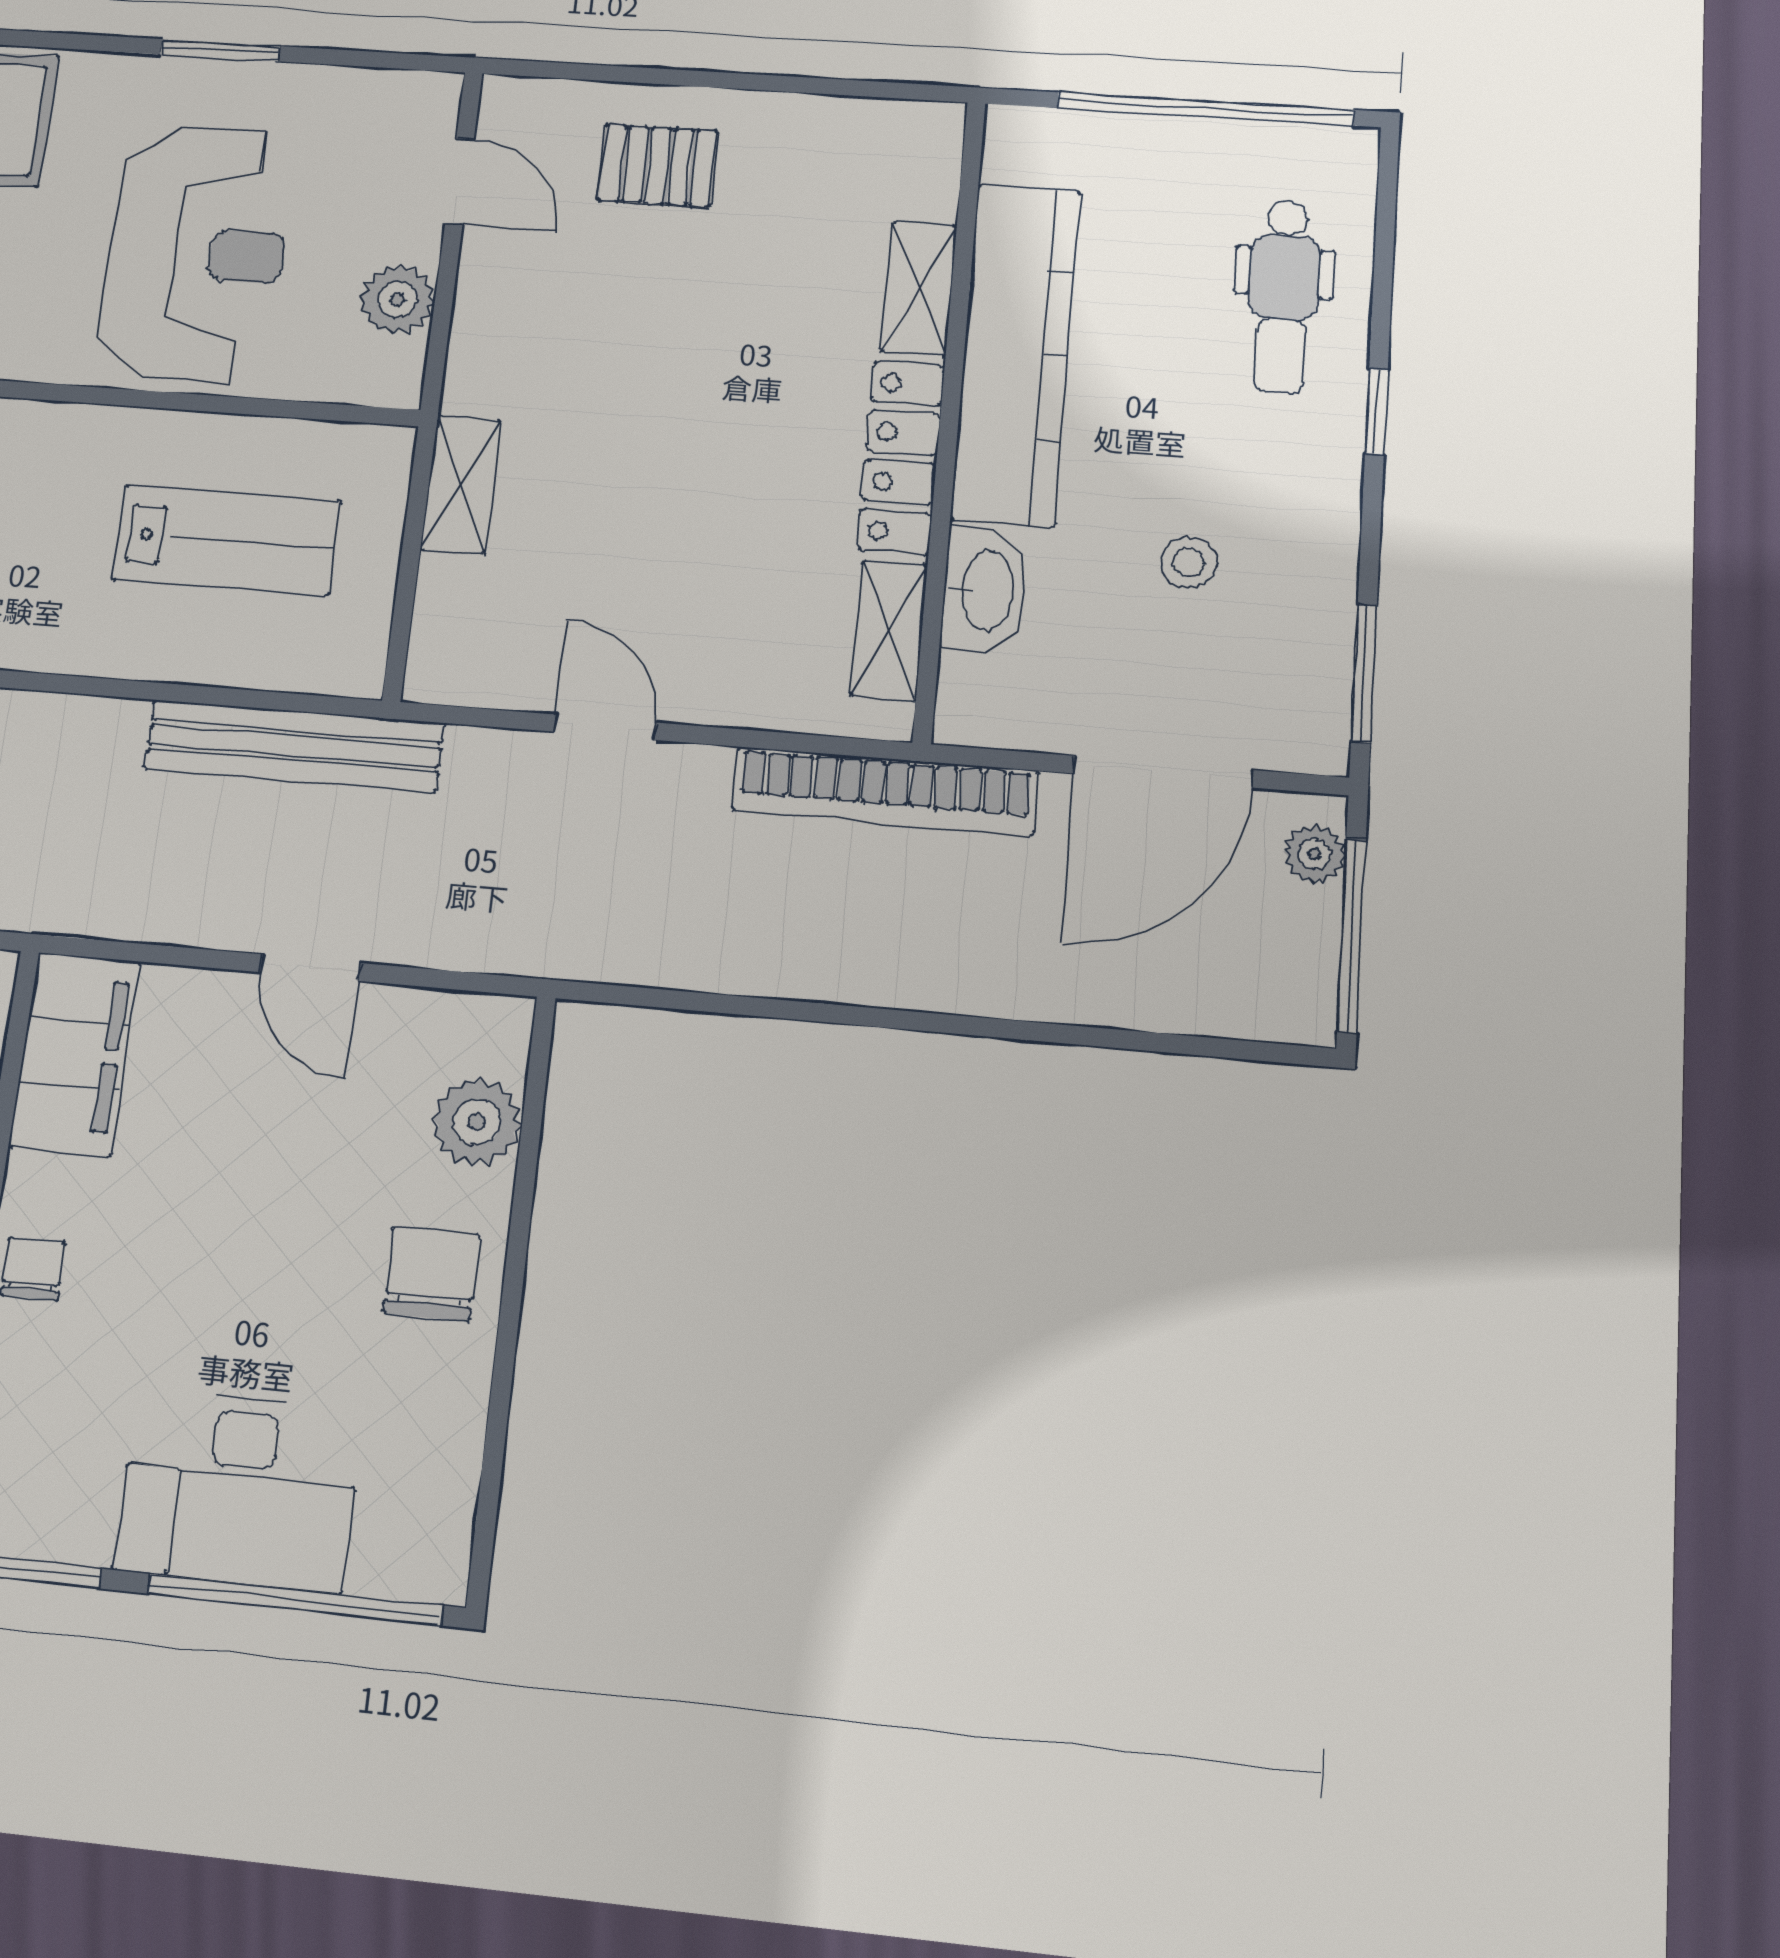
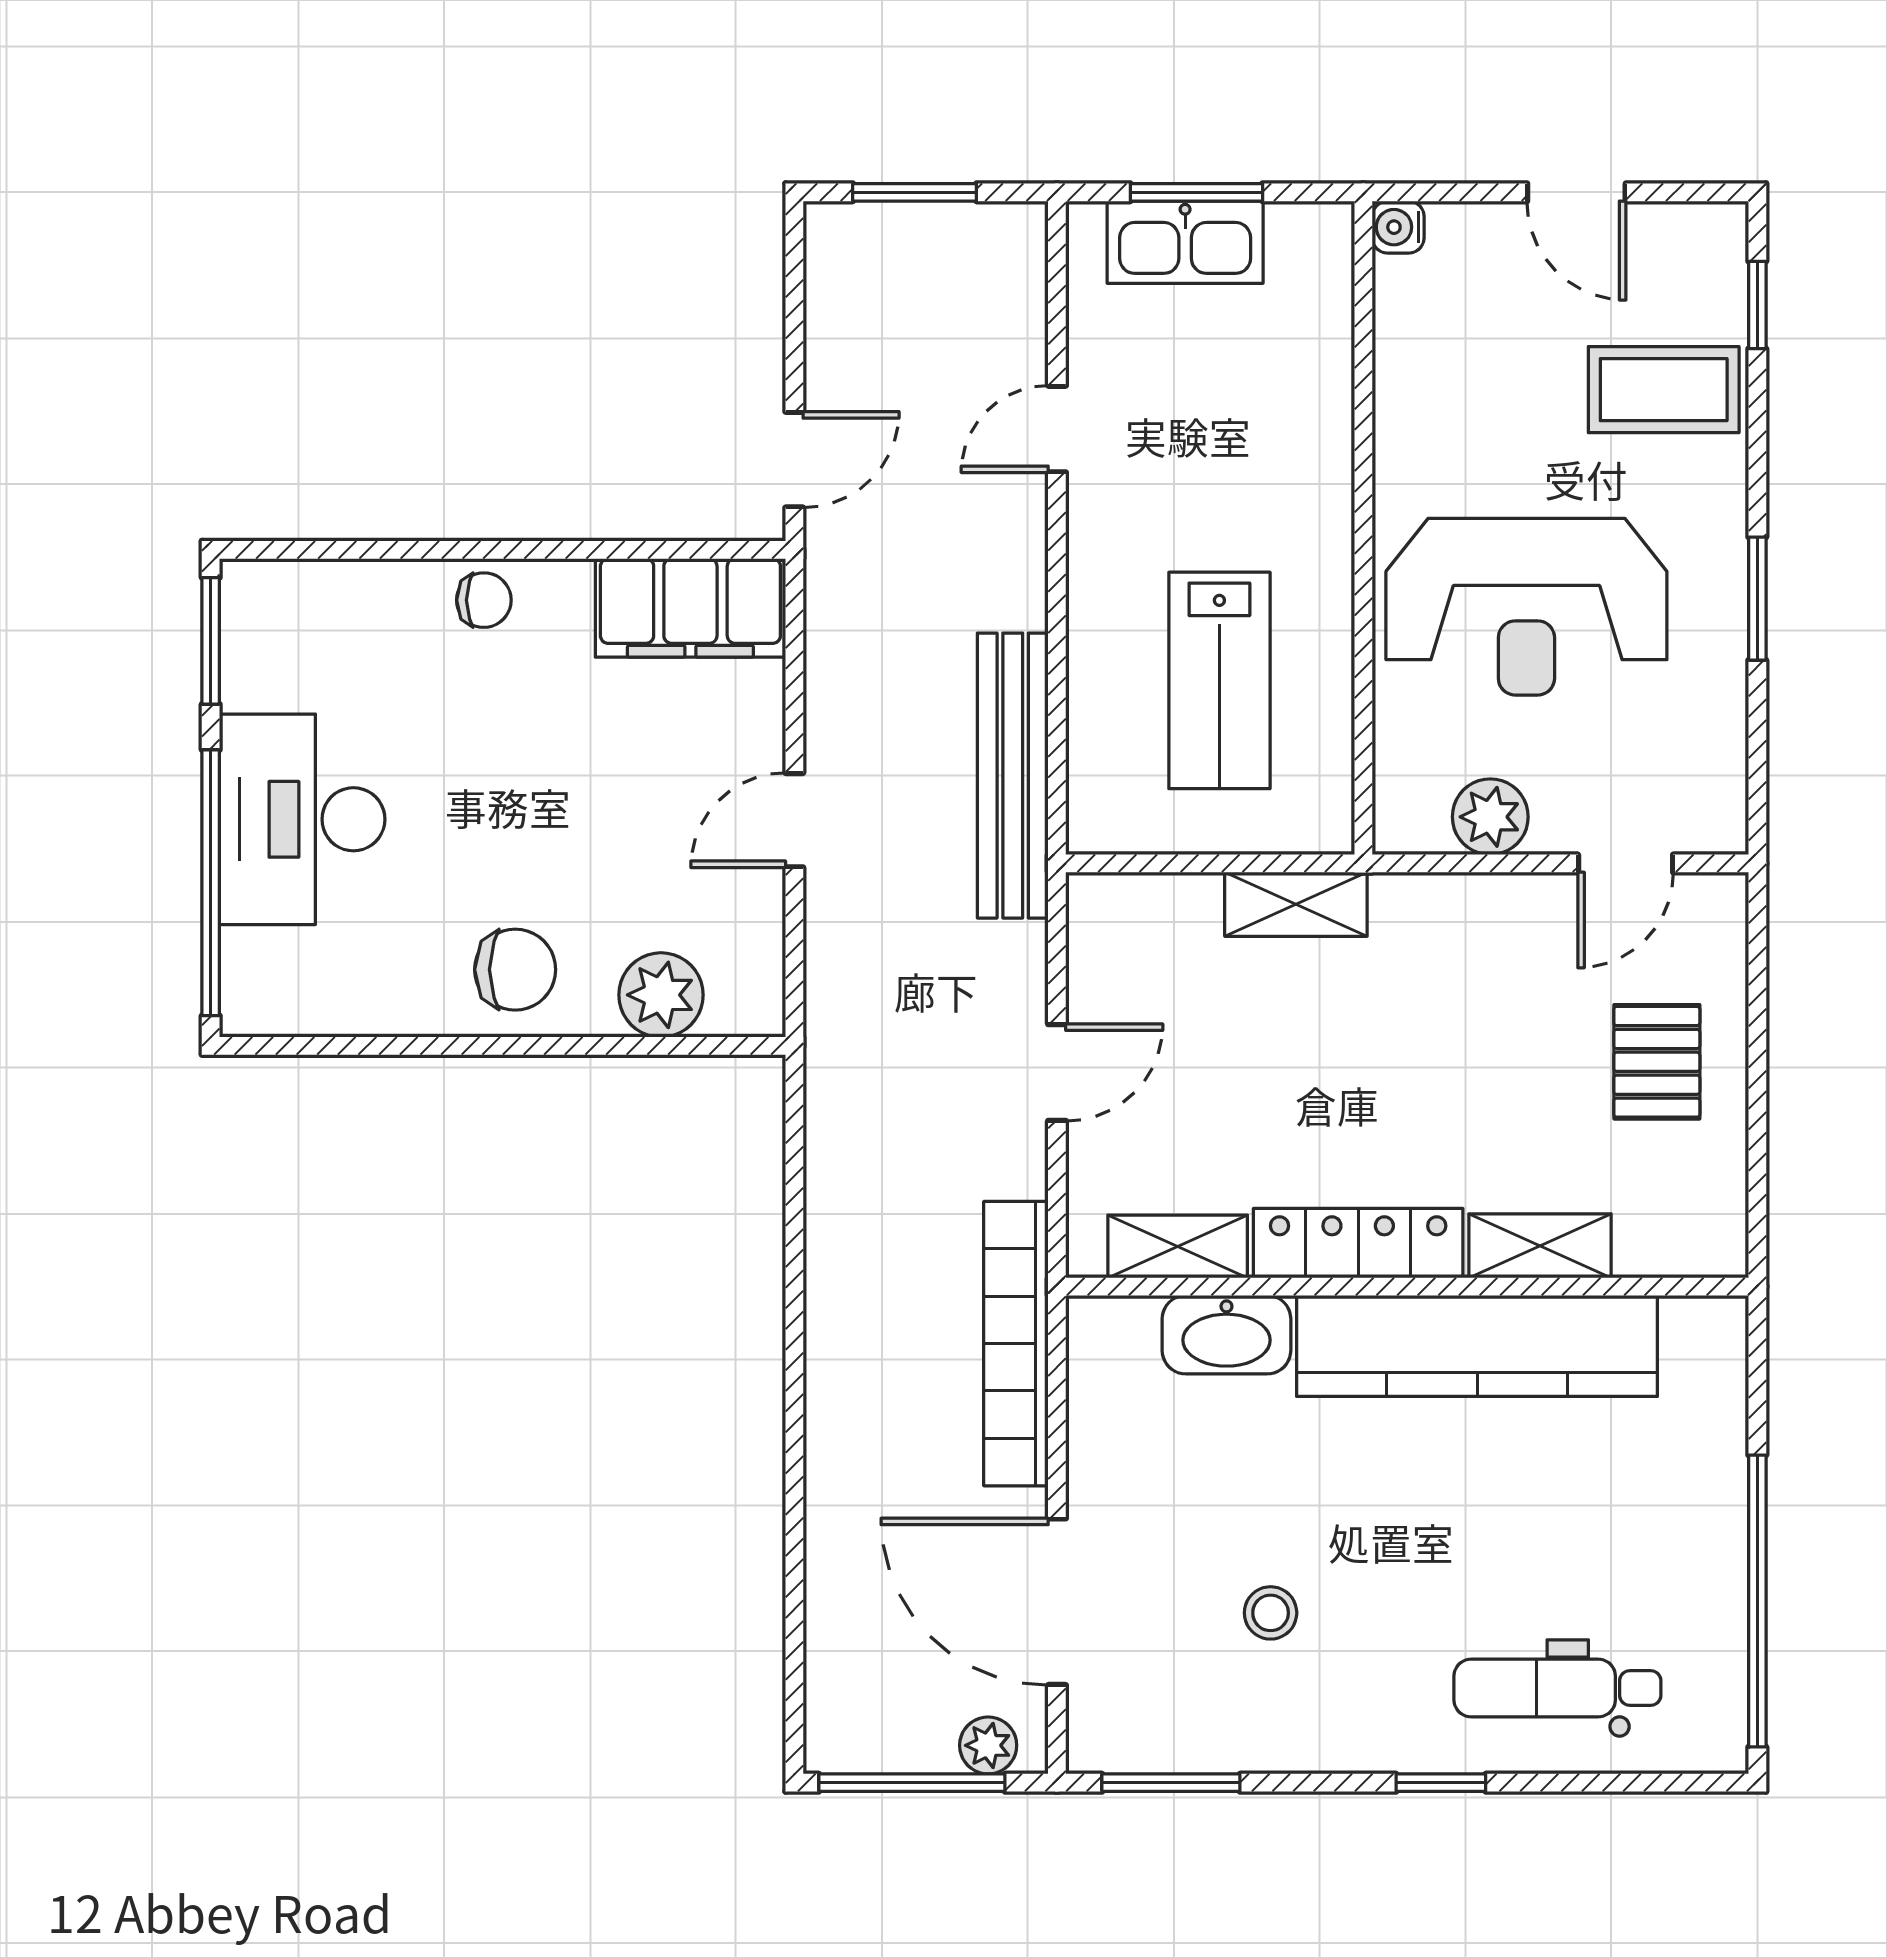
shelving: (919, 288) -> (1540, 1246), moved
kitchen counter: (1016, 353) -> (1477, 1346), moved
wall: (950, 414) -> (1407, 1287), moved
locker: (901, 457) -> (1358, 1243), moved
washbasin: (985, 590) -> (1226, 1335), moved
shelving: (889, 630) -> (1178, 1246), moved

